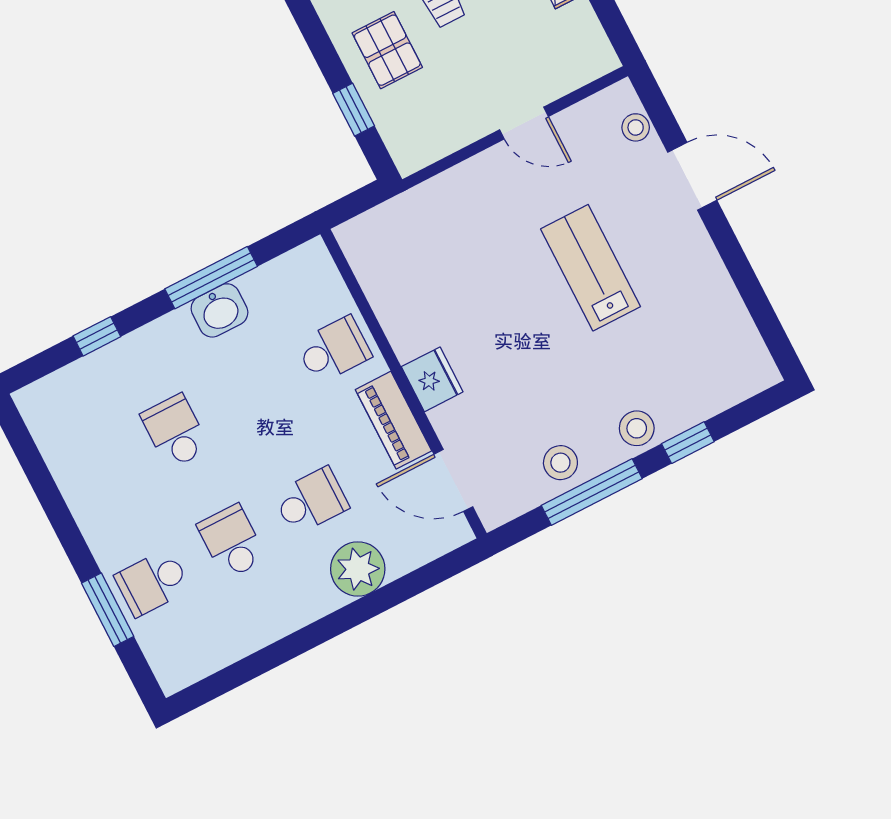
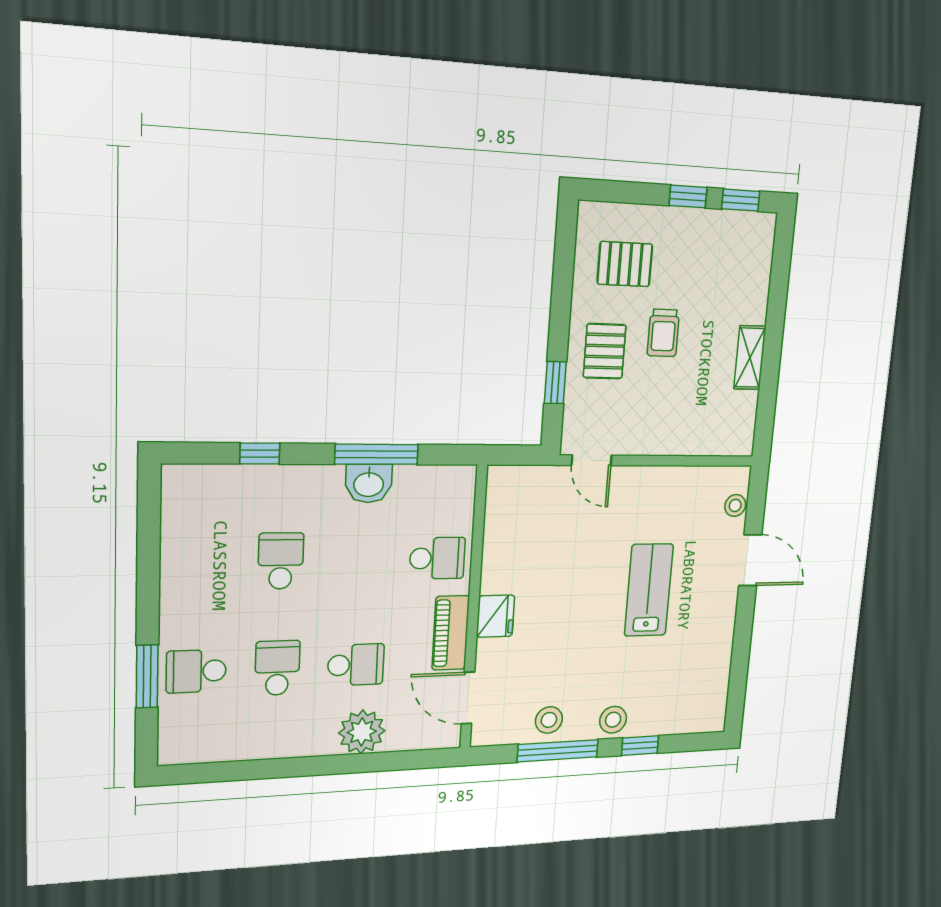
door: (524, 123) -> (592, 460), moved

